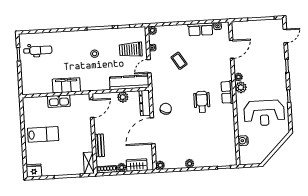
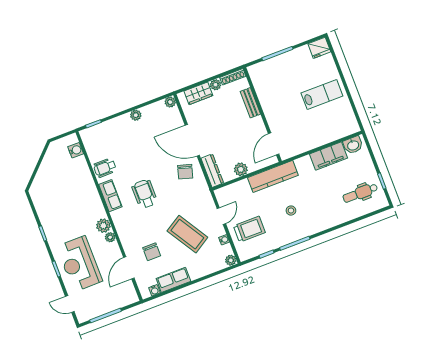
door: (285, 36) -> (70, 304), hinge flipped
chair: (210, 56) -> (152, 252), added
coffee table: (179, 61) -> (187, 234), width x1.86, depth x1.72
kitchen counter: (129, 82) -> (273, 176), moved
filing cabinet: (66, 85) -> (329, 156), moved
washbasin: (32, 89) -> (353, 145), added
row of seats: (227, 92) -> (110, 196), moved
kitchen sink: (59, 101) -> (316, 140), removed
wheelchair: (202, 102) -> (145, 194), turned 180
reception desk: (264, 113) -> (79, 264), moved, turned -90
door: (153, 131) -> (192, 140), swing flipped
wheelchair: (226, 131) -> (105, 168), added
lab bench: (43, 134) -> (322, 95), turned 180
water cooler: (243, 141) -> (76, 150), moved
shelving: (89, 163) -> (257, 78), removed

